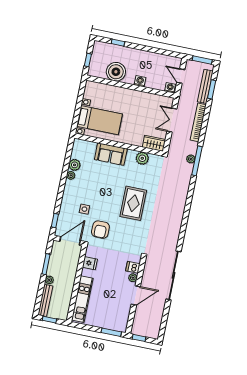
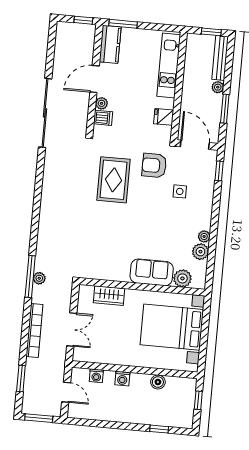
boiler: (116, 72) -> (158, 382), width x0.54, depth x0.54
bench: (205, 86) -> (30, 382), removed
washing machine: (170, 88) -> (96, 376), moved
bed with nightstands: (99, 120) -> (172, 327), width x1.36
wardrobe: (154, 143) -> (109, 296), moved
plant: (142, 158) -> (182, 278), moved
rug: (133, 203) -> (114, 180), moved
armchair: (100, 230) -> (154, 165), turned -90
door: (70, 241) -> (195, 145), swing flipped
kitchen counter: (122, 319) -> (110, 44), added

